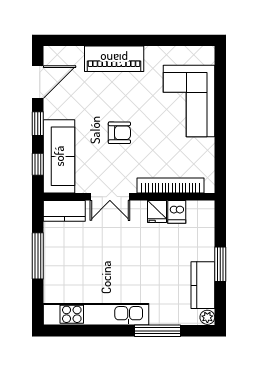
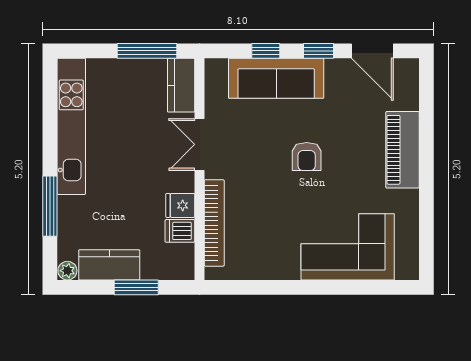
bookcase: (171, 185) -> (214, 223), moved
double door: (110, 197) -> (200, 144), moved
wall: (129, 197) -> (200, 169), moved
kitchen counter: (64, 211) -> (181, 85), moved
fridge: (157, 212) -> (180, 205), moved
dishwasher: (177, 212) -> (180, 231), moved

